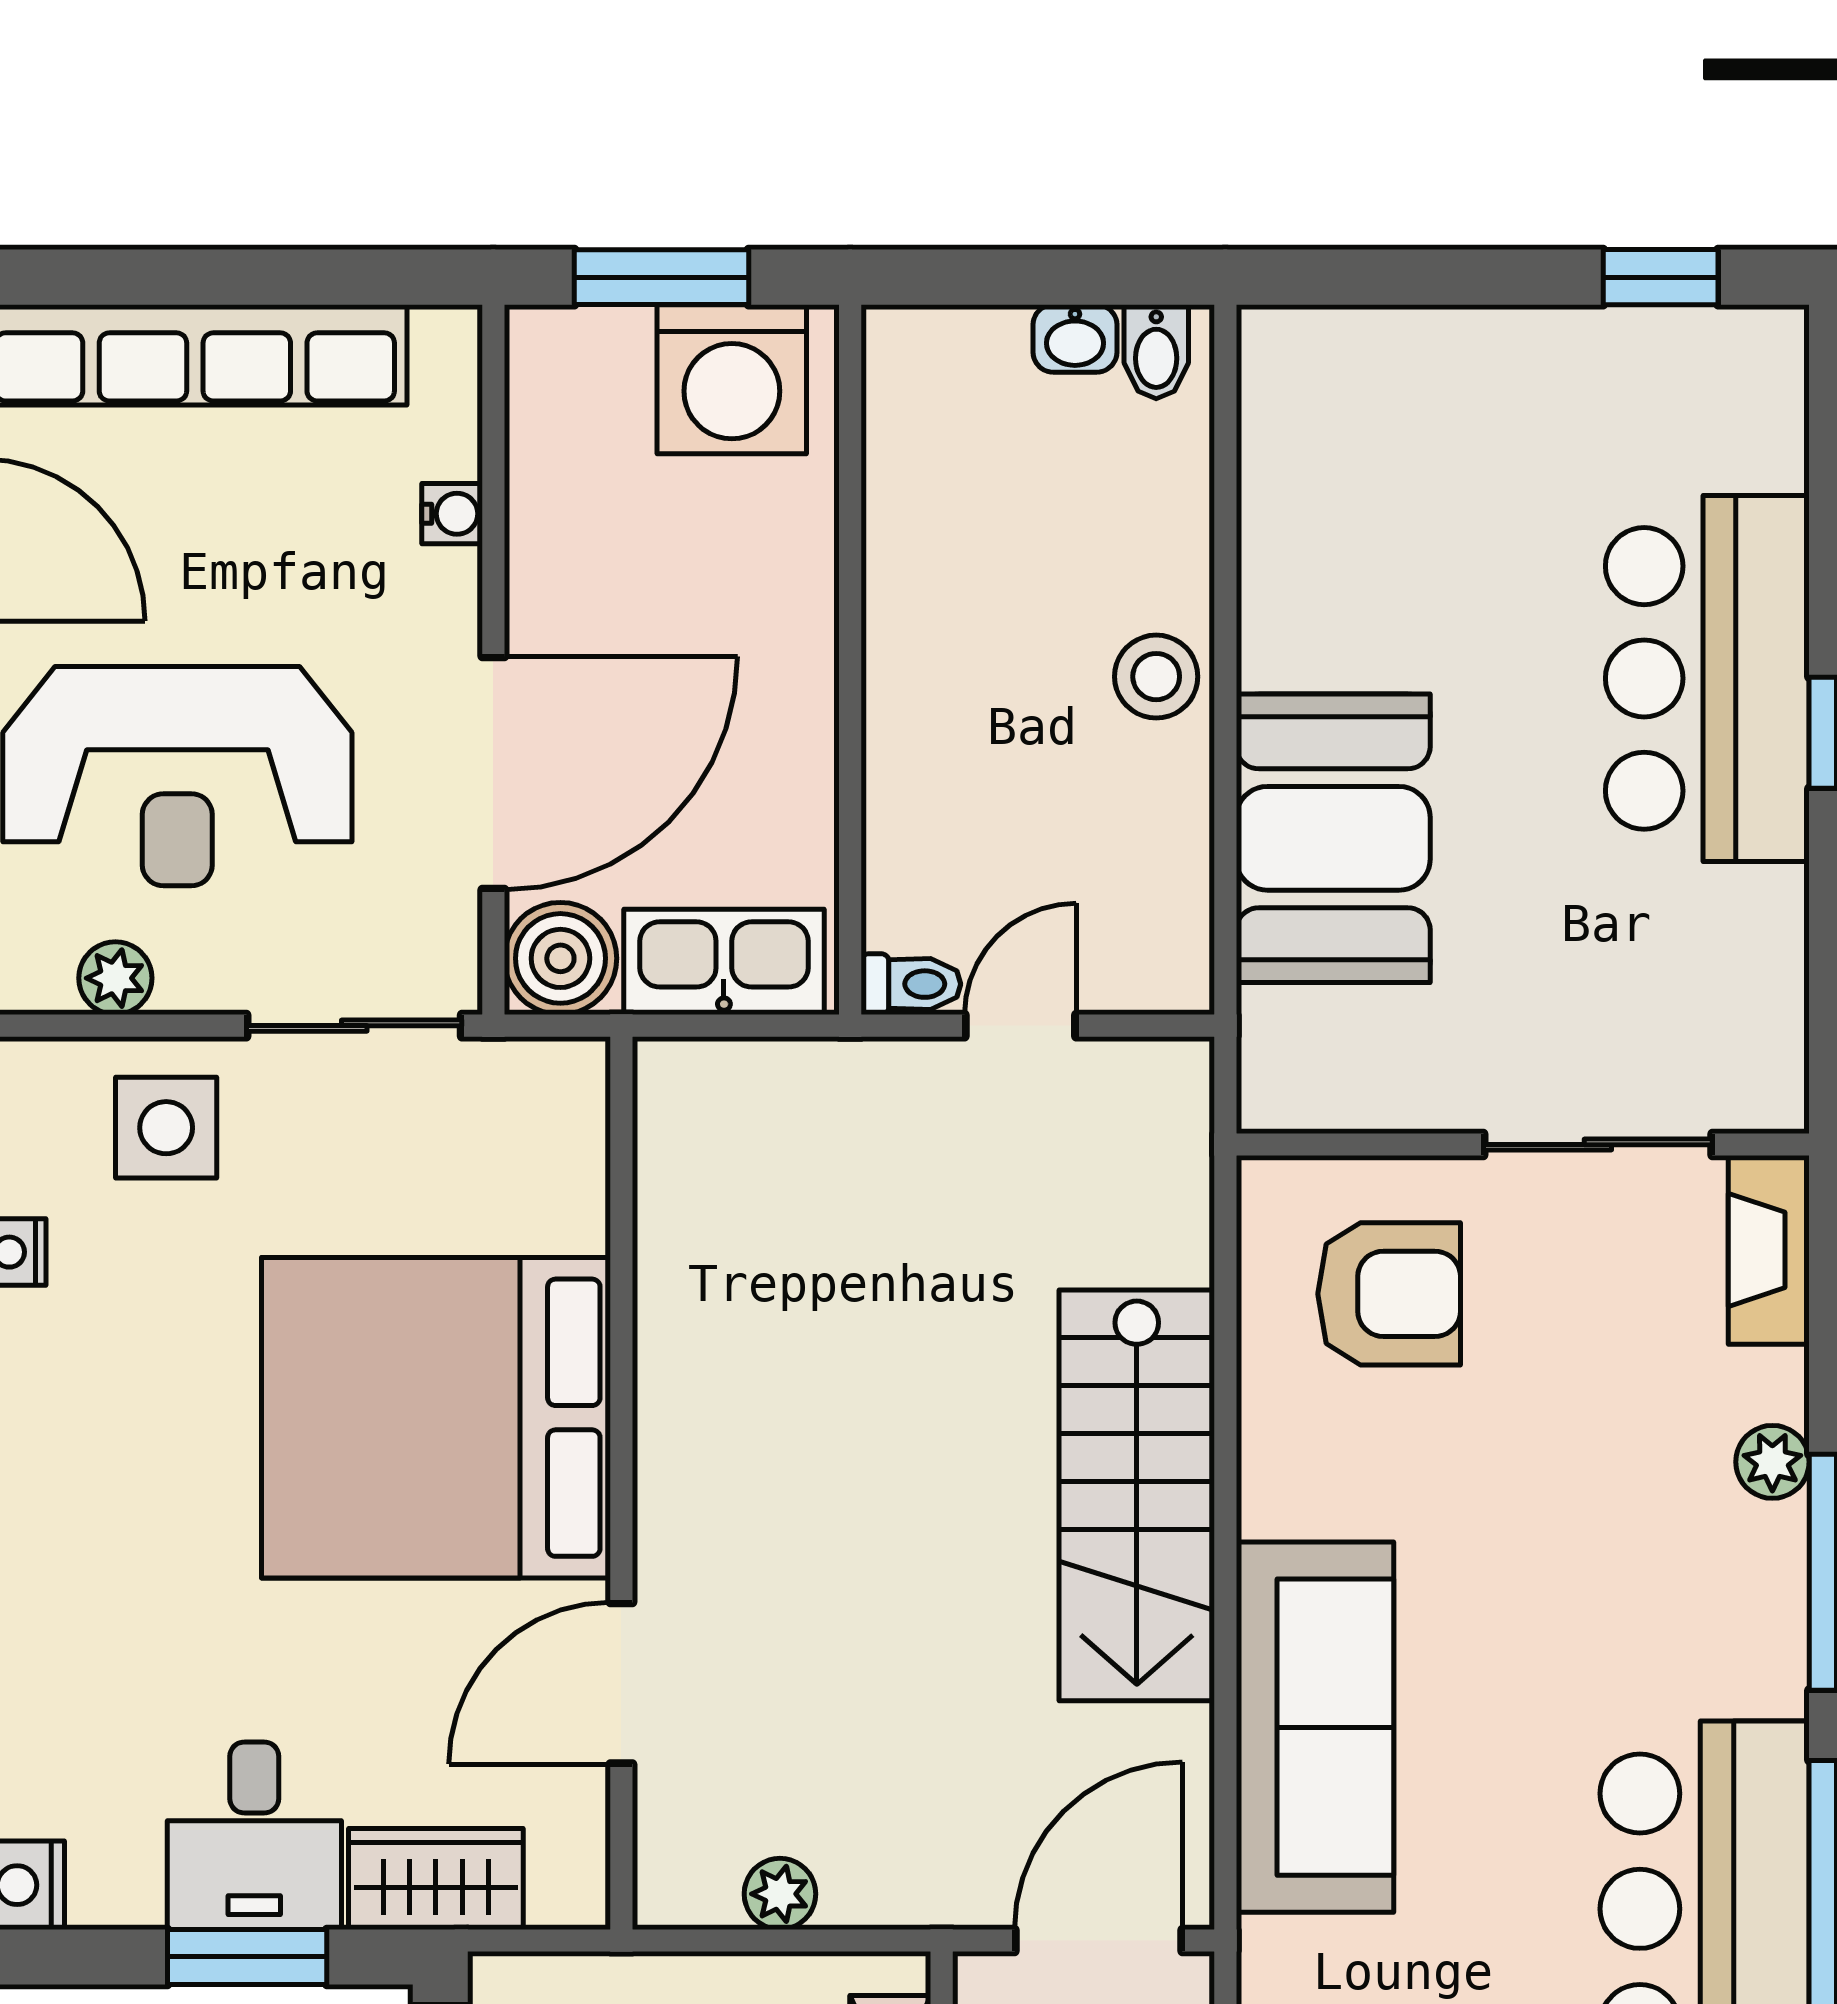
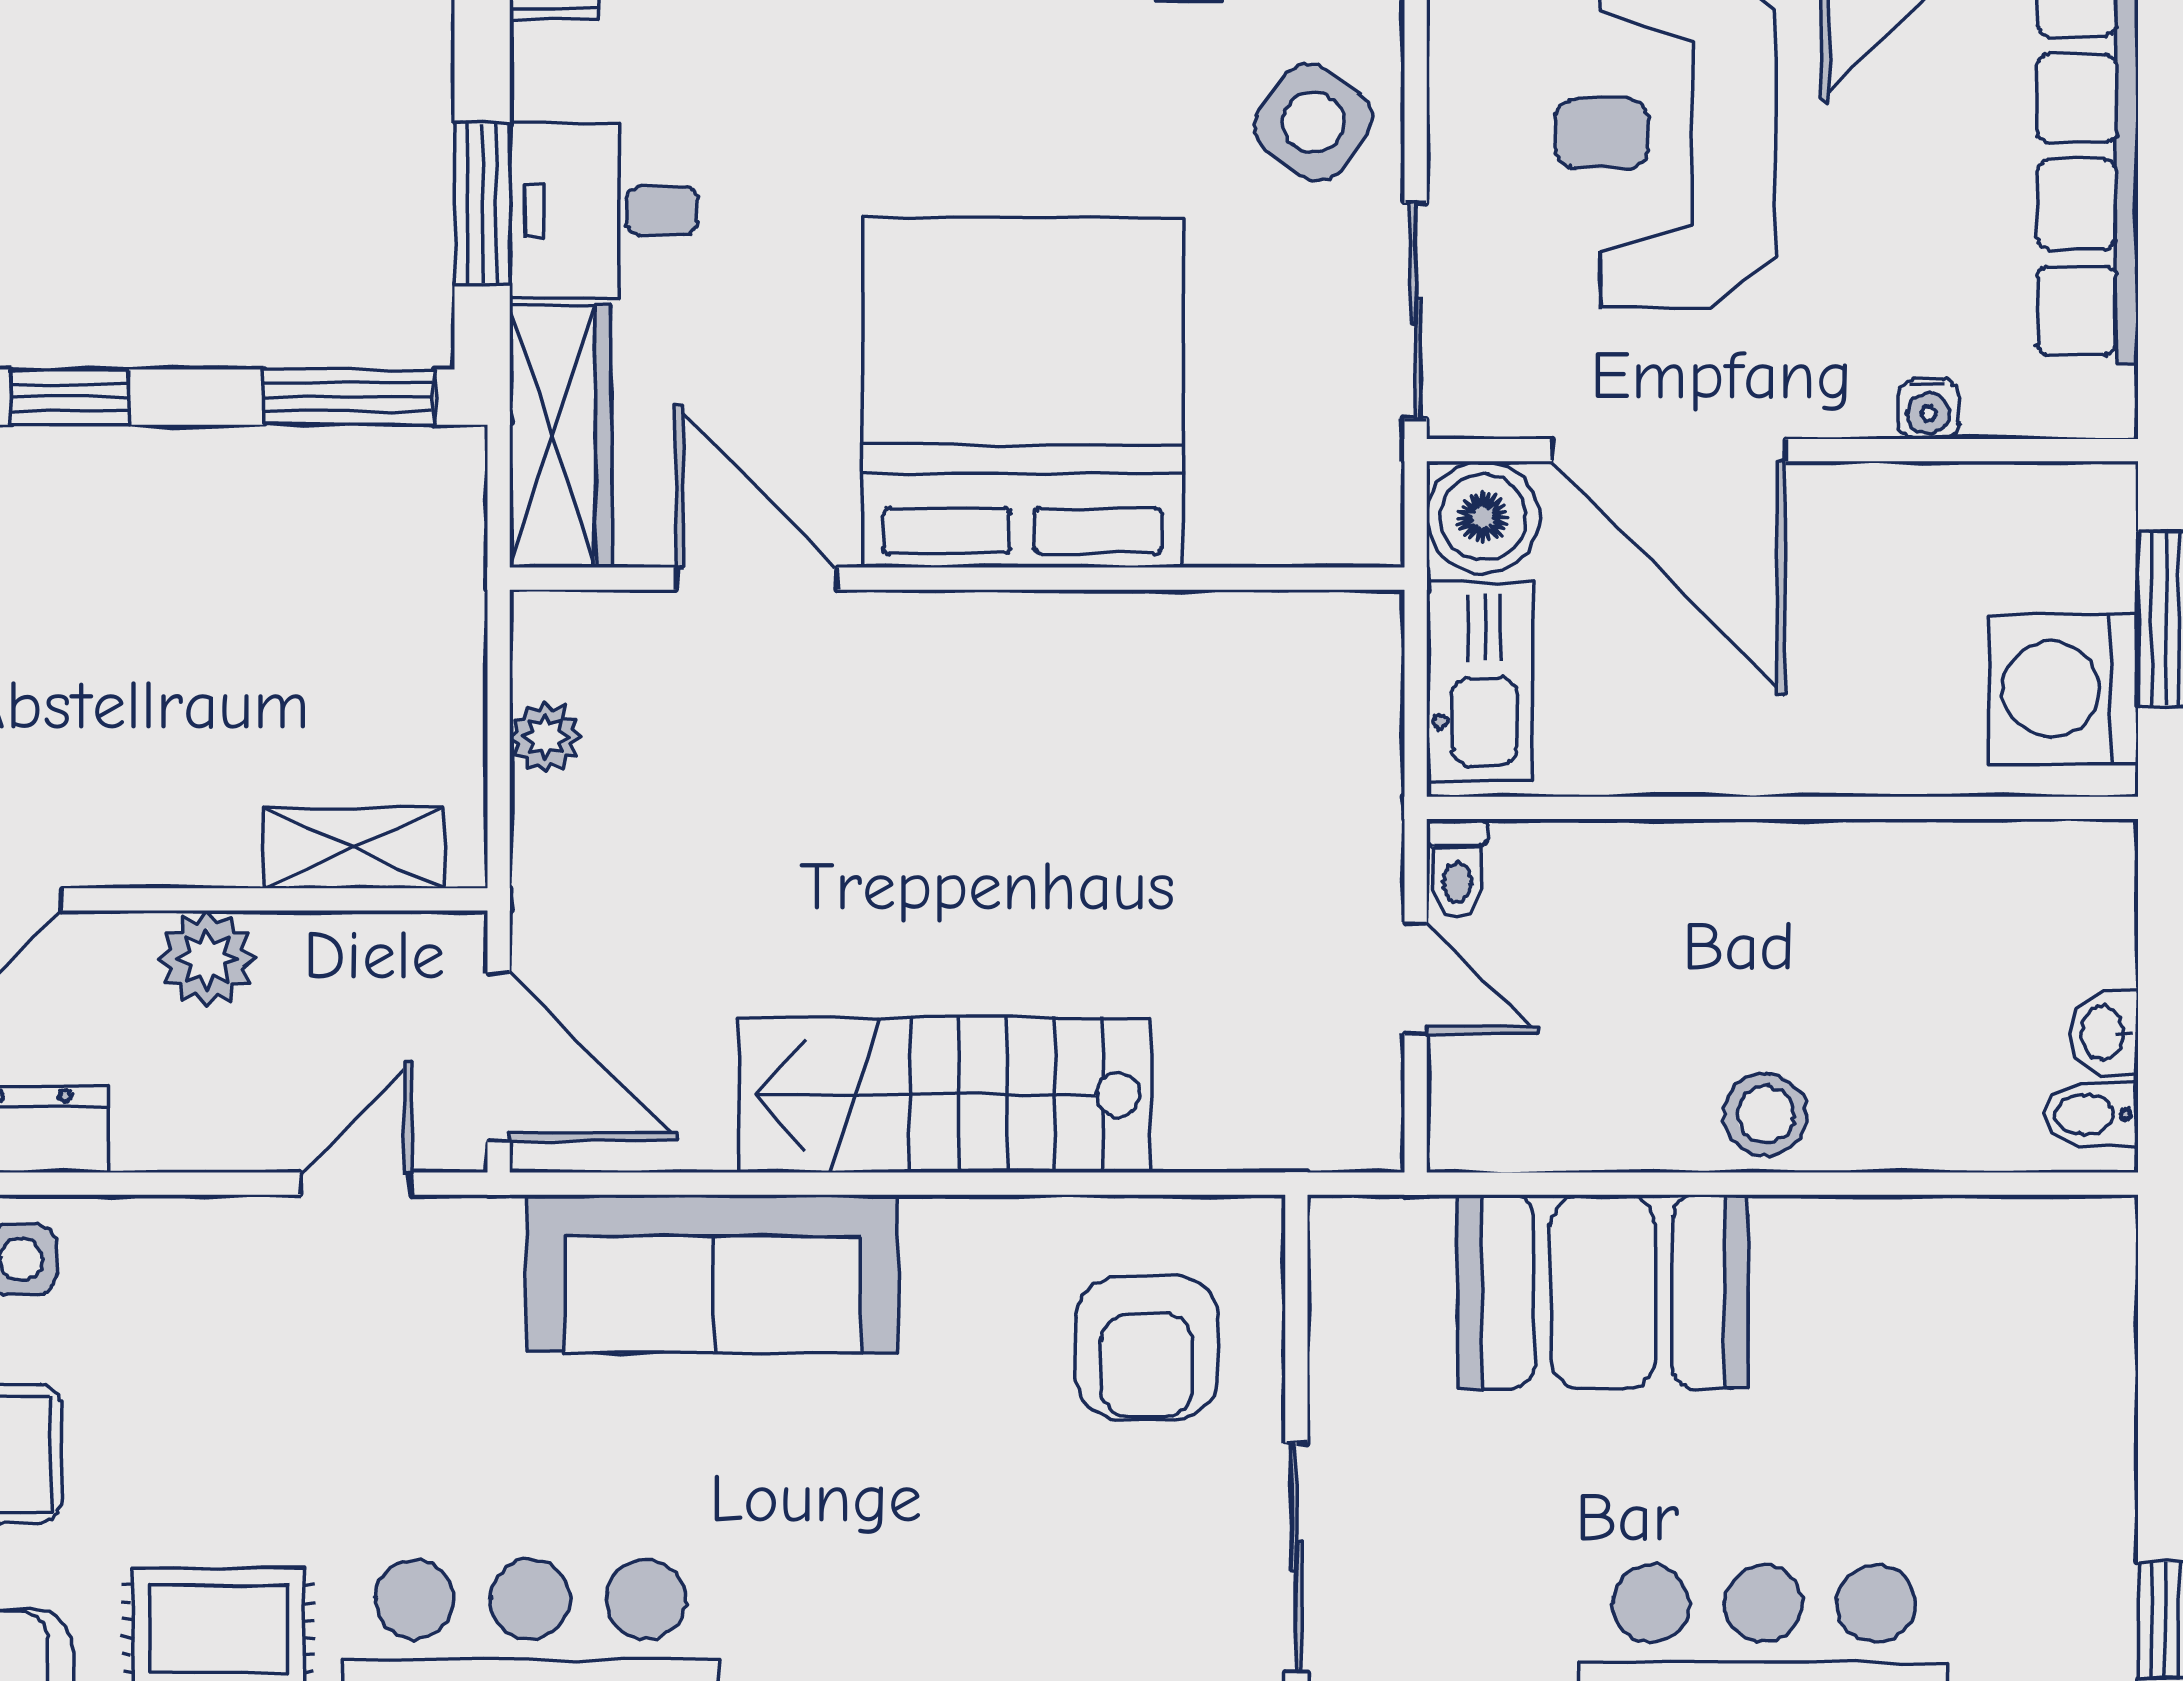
plant: (115, 978) -> (1463, 71), removed
side table: (166, 1128) -> (1313, 122), turned 35
wardrobe: (436, 1879) -> (560, 436), width x1.50

